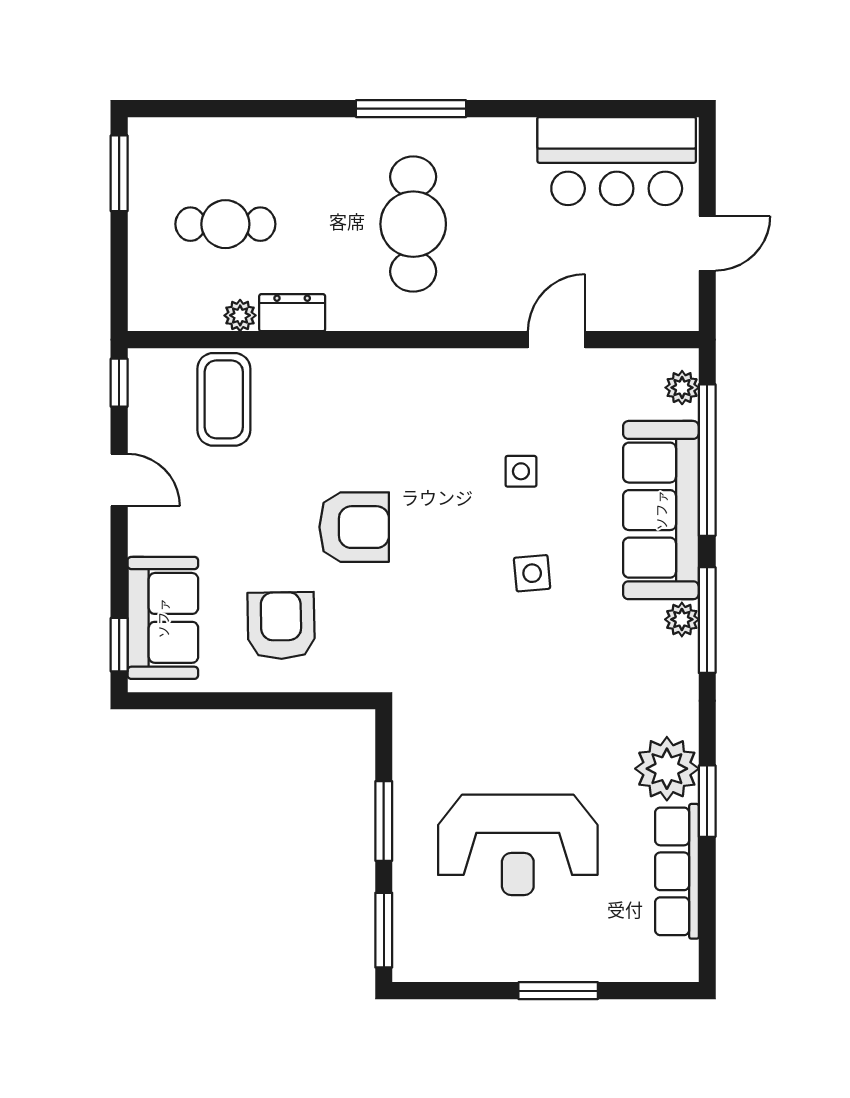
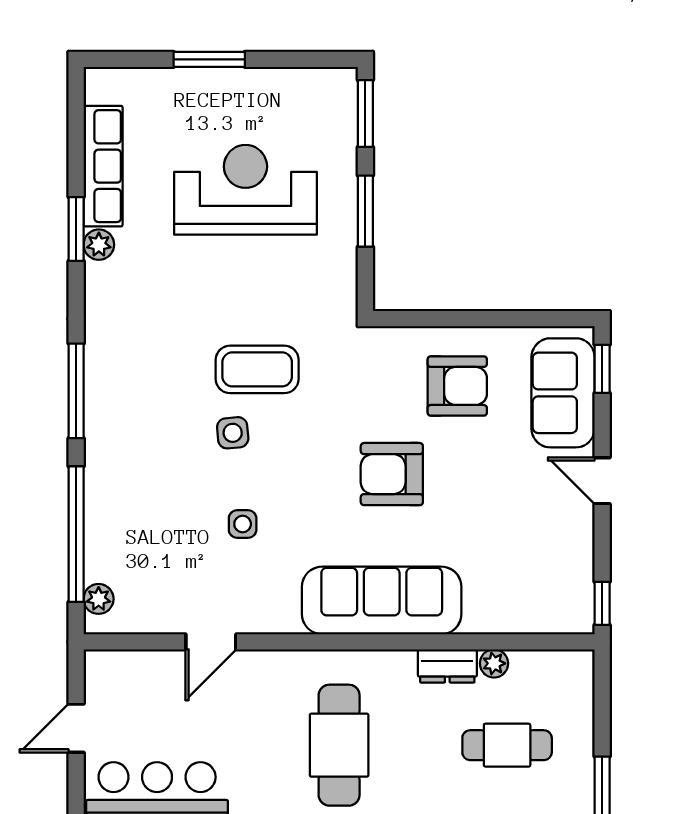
coffee table: (224, 399) -> (257, 369), moved, turned 90
door: (119, 480) -> (602, 481), moved
sofa: (661, 510) -> (382, 600), moved, turned -90
plant: (682, 619) -> (99, 391), removed
armchair: (281, 626) -> (457, 386), turned -89
plant: (667, 769) -> (99, 245), width x0.53, depth x0.53

